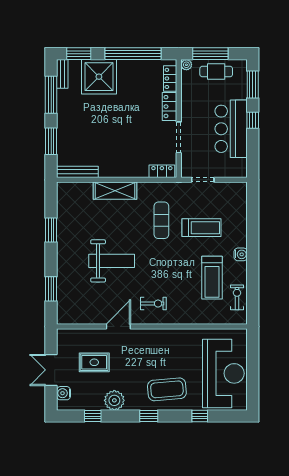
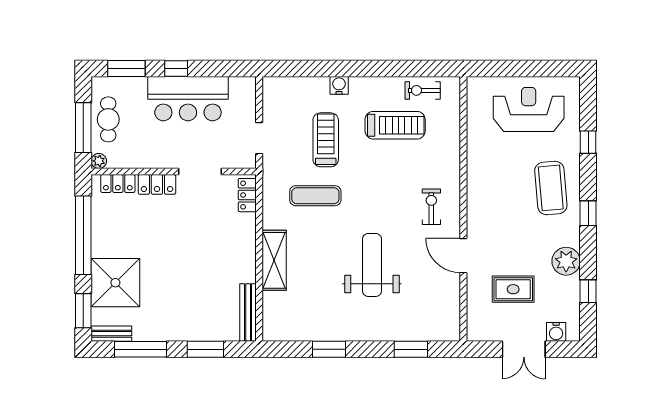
water cooler: (241, 254) -> (339, 85), moved
rug: (94, 362) -> (513, 289), turned 90
reception desk: (223, 373) -> (529, 109), width x0.74, depth x0.77

